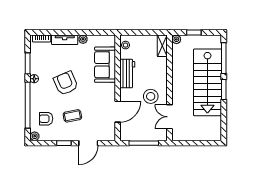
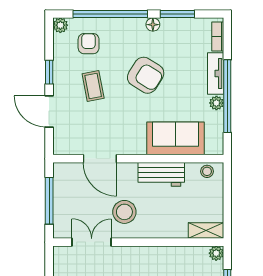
window: (79, 32) -> (227, 96), added
armchair: (66, 83) -> (146, 75), turned 55

